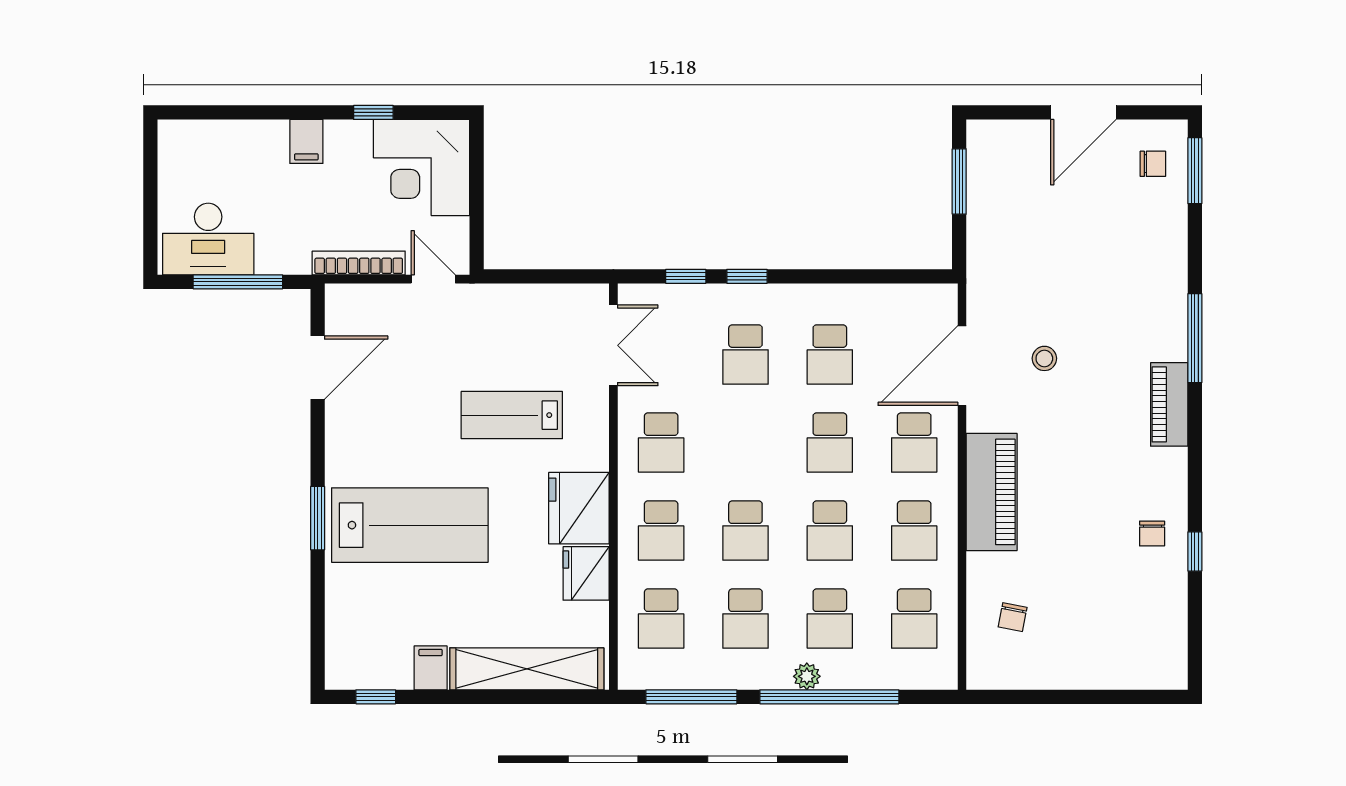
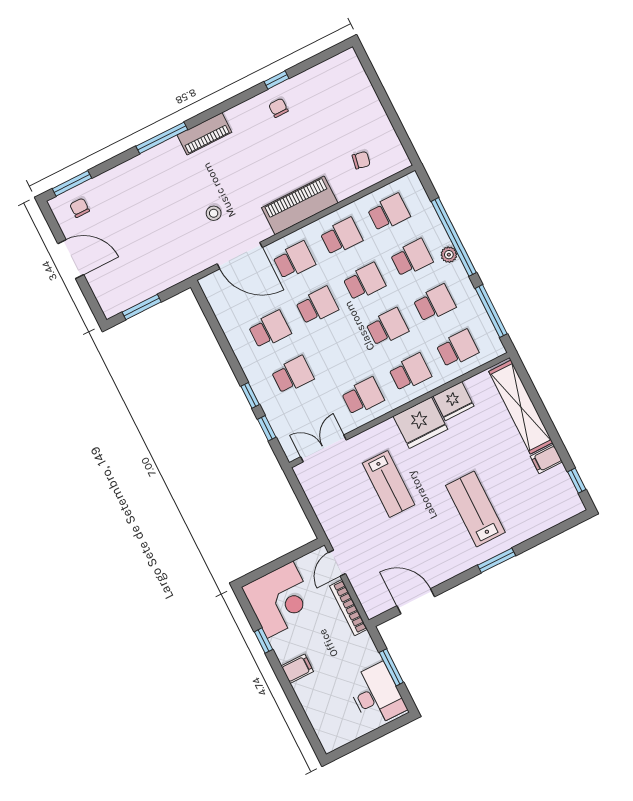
window: (238, 282) -> (391, 667), width x0.69
lab bench: (410, 525) -> (475, 509), width x0.73, depth x0.72
chair: (1152, 534) -> (278, 108), turned -90

